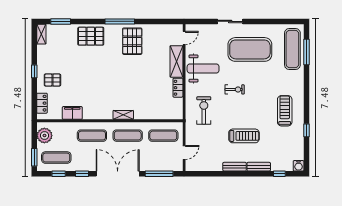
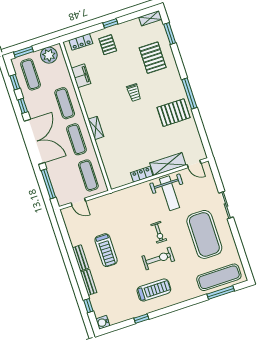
pallet: (91, 36) -> (153, 58), moved
trolley: (103, 71) -> (134, 93), added
exercise bike: (204, 110) -> (158, 259), moved
treadmill: (244, 136) -> (106, 250), moved

